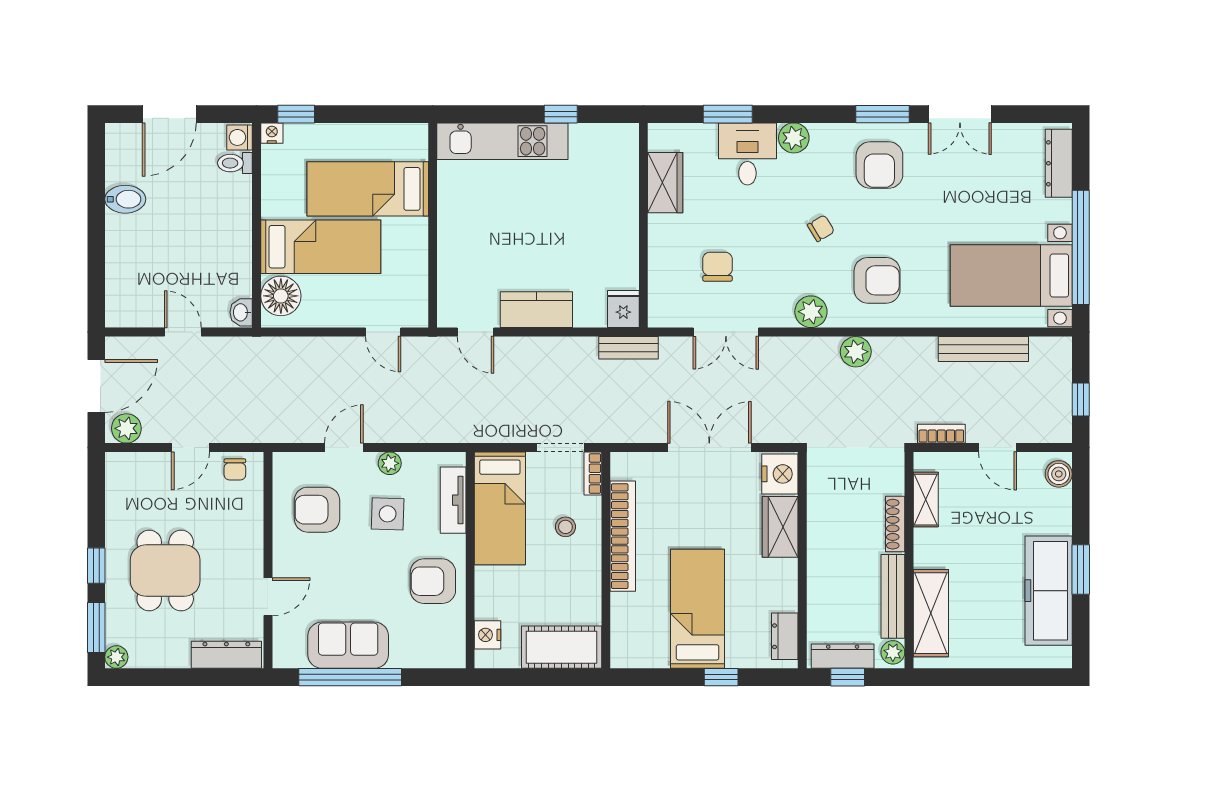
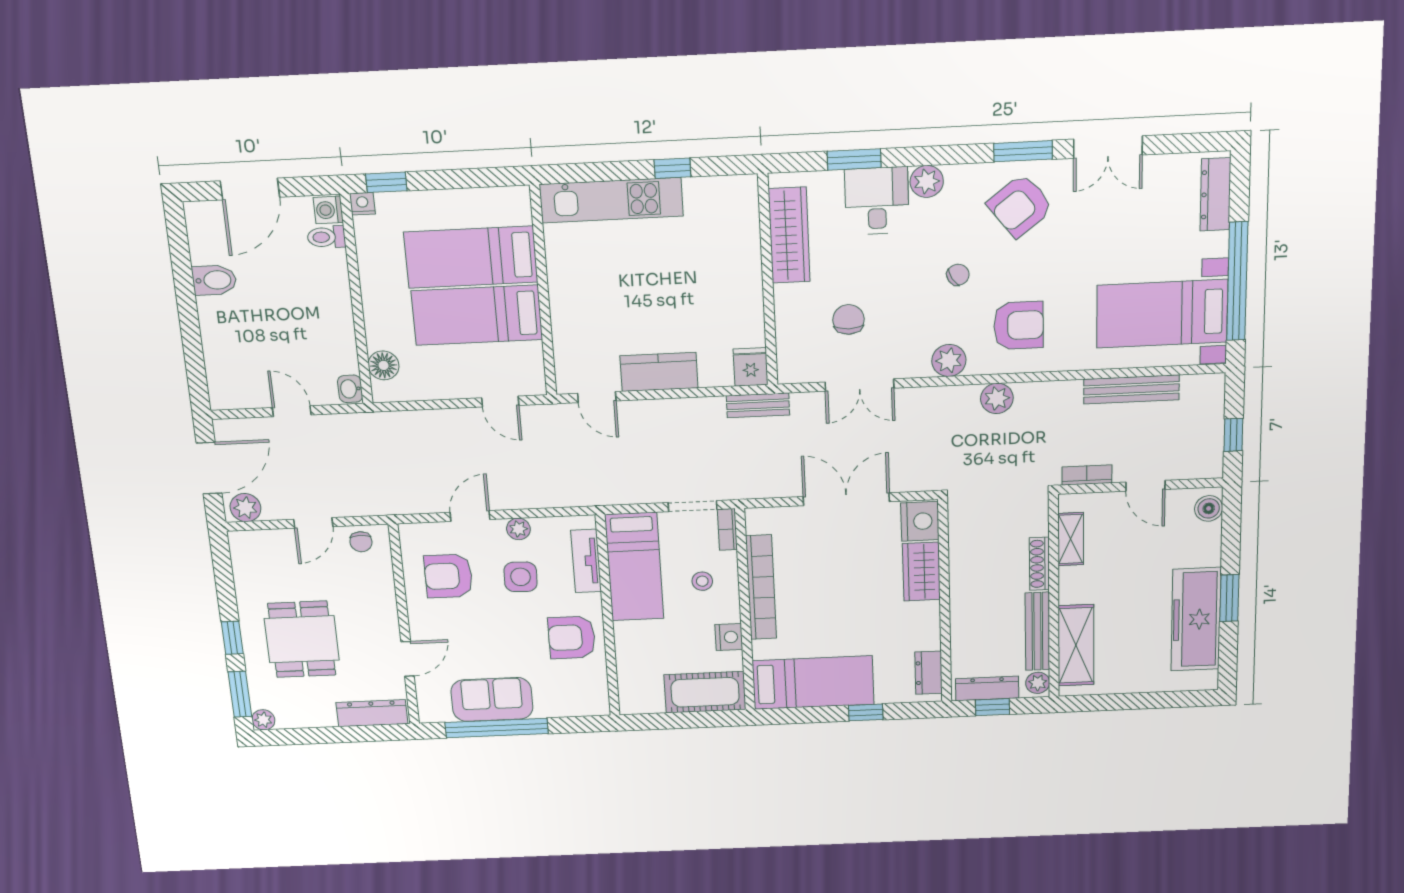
armchair: (879, 165) -> (1020, 206), turned 52
wardrobe: (665, 183) -> (789, 235), width x1.50
bed: (321, 247) -> (477, 315), moved, turned 180
floor lamp: (281, 296) -> (384, 365), width x0.73, depth x0.73
bed: (698, 609) -> (813, 683), moved, turned 90
nightstand: (488, 635) -> (729, 637), moved, turned 180

